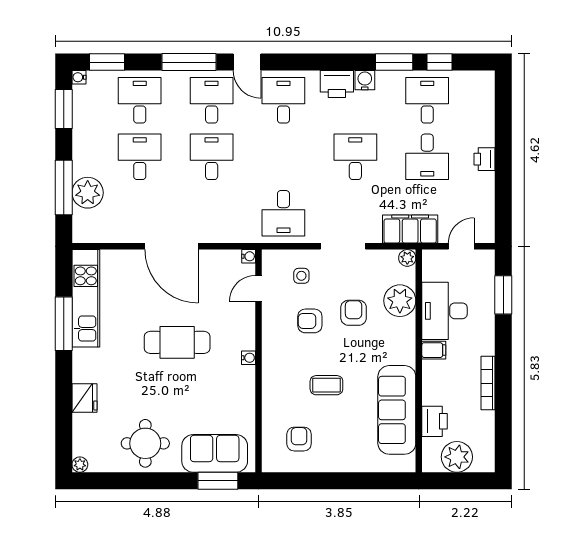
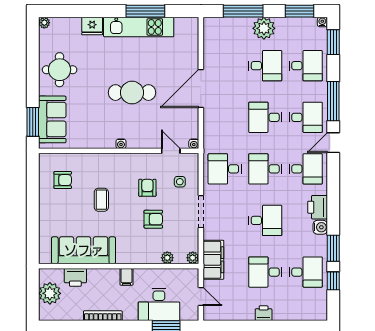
desk: (212, 157) -> (265, 117), turned 180
desk: (283, 157) -> (265, 169), added
plant: (88, 193) -> (264, 28), moved
kitchen unit: (86, 298) -> (139, 27), moved
plant: (400, 301) -> (167, 258), width x0.53, depth x0.53
desk: (445, 311) -> (159, 304), moved, turned 180
cafe table: (177, 342) -> (132, 93), turned 90

